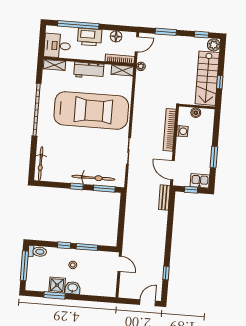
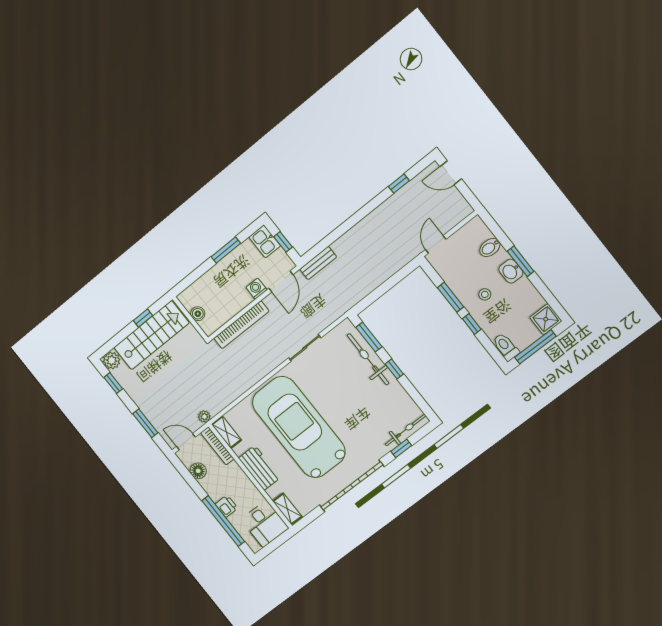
printer: (90, 37) -> (226, 506), width x0.53, depth x0.68
washing machine: (182, 131) -> (256, 289), moved
window: (33, 153) -> (401, 448), added
shower: (57, 285) -> (546, 319), moved
bidet: (94, 288) -> (490, 247), added
window: (54, 295) -> (521, 261), moved

